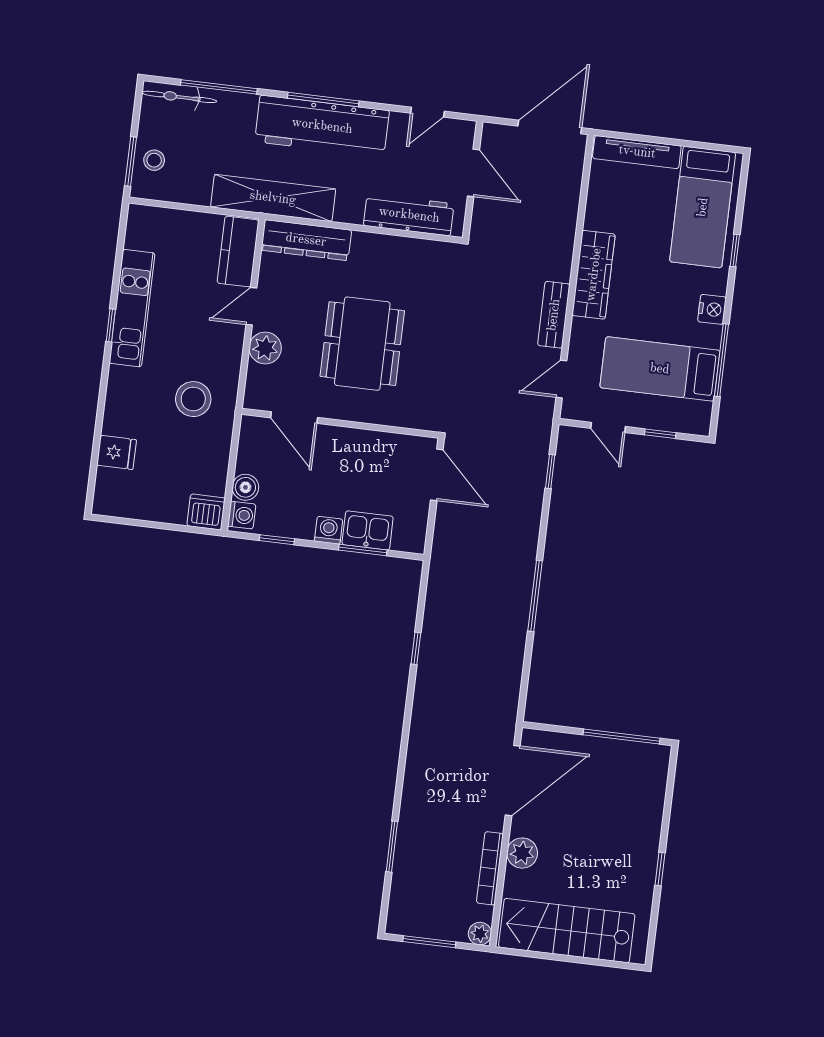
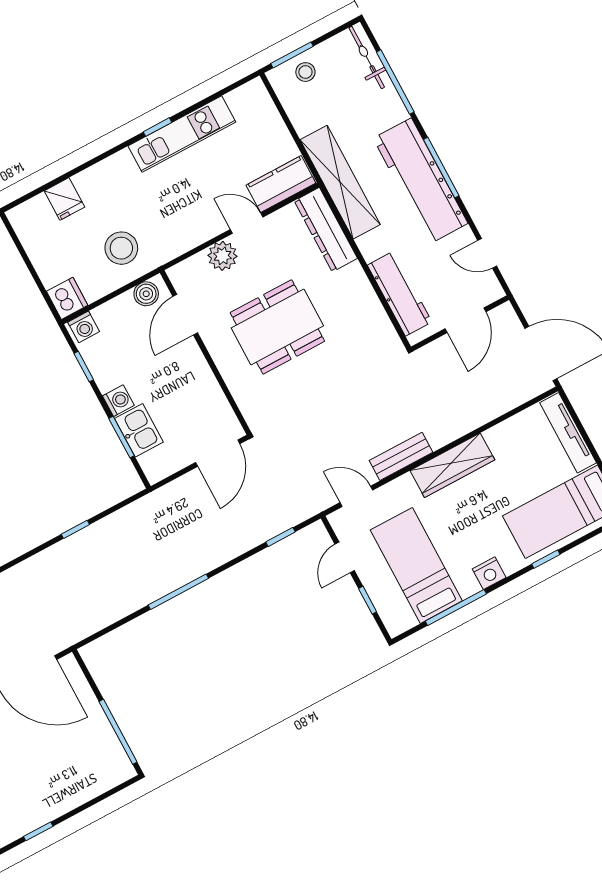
stool: (193, 399) -> (121, 248), moved
boiler: (245, 487) -> (146, 294), moved

